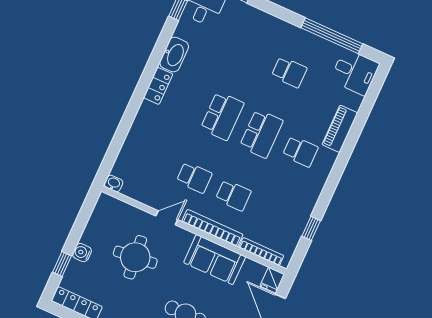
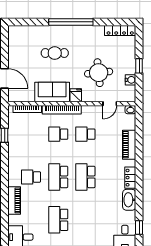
school desk: (289, 72) -> (58, 220), width x1.85
piano: (138, 134) -> (129, 145), added
door: (167, 218) -> (110, 104), moved
water cooler: (82, 253) -> (131, 80), moved
window: (62, 264) -> (139, 66), moved
fridge: (272, 280) -> (76, 95), moved

